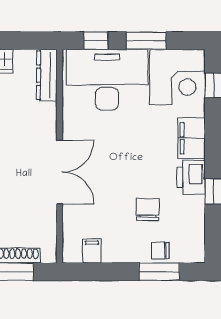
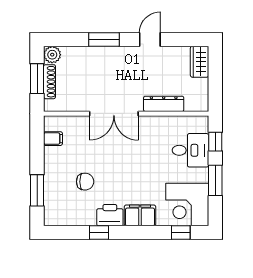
dresser: (47, 75) -> (164, 104), moved
desk: (107, 80) -> (190, 150), width x0.53, depth x0.77
chair: (160, 250) -> (54, 191), removed

